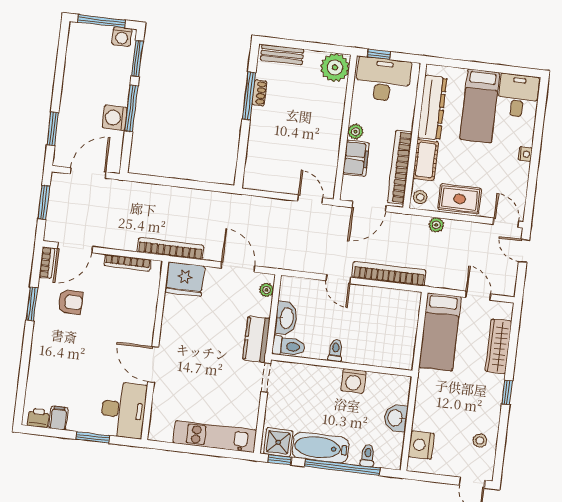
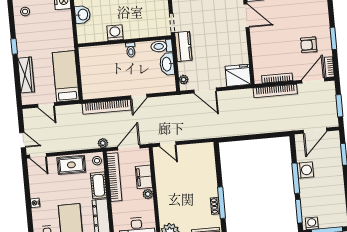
plant: (436, 225) -> (103, 143), moved
bookcase: (170, 249) -> (275, 91), moved
door: (338, 279) -> (139, 96), swing flipped

